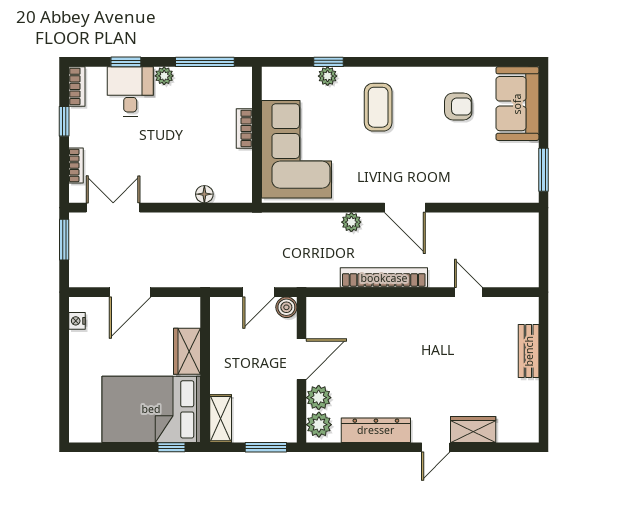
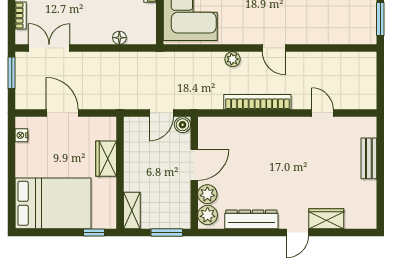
door: (405, 208) -> (274, 48), width x0.73
door: (130, 292) -> (62, 113), swing flipped
bed: (151, 409) -> (53, 203), moved, turned 180

